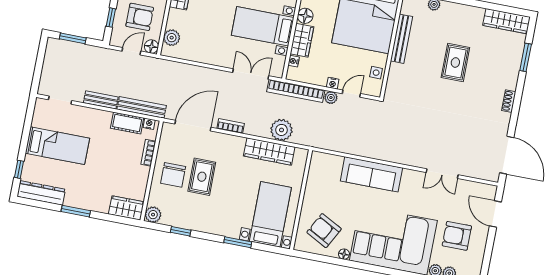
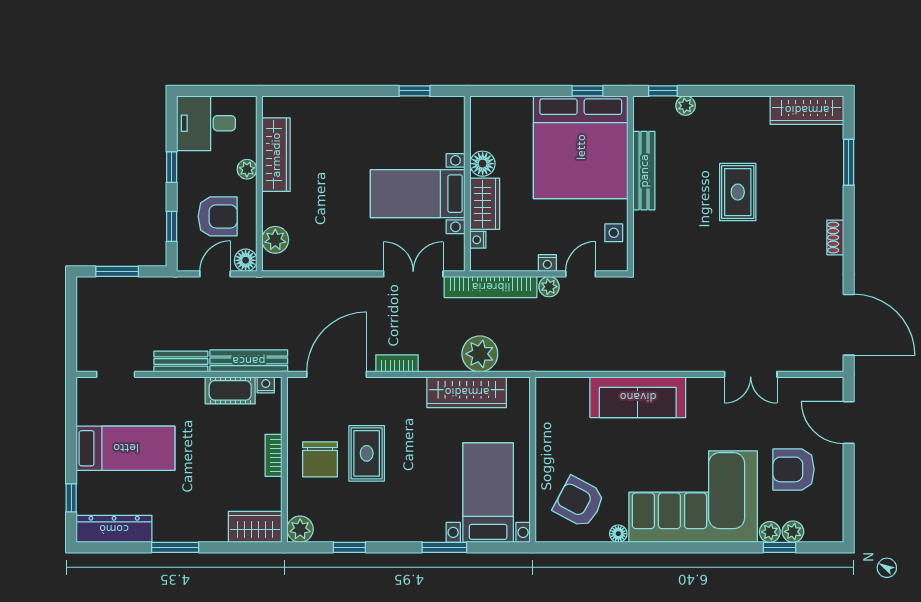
bookcase: (148, 153) -> (273, 455), moved

